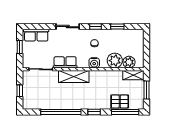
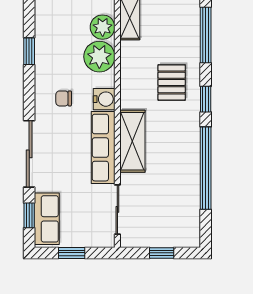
sliding door: (68, 27) -> (29, 154), width x1.37
window: (96, 27) -> (29, 215), moved
row of seats: (65, 62) -> (103, 148), width x1.48
pallet: (120, 102) -> (172, 82), moved

